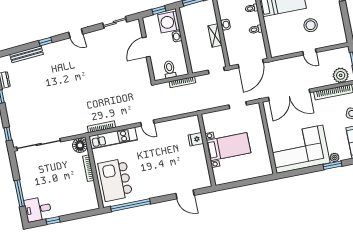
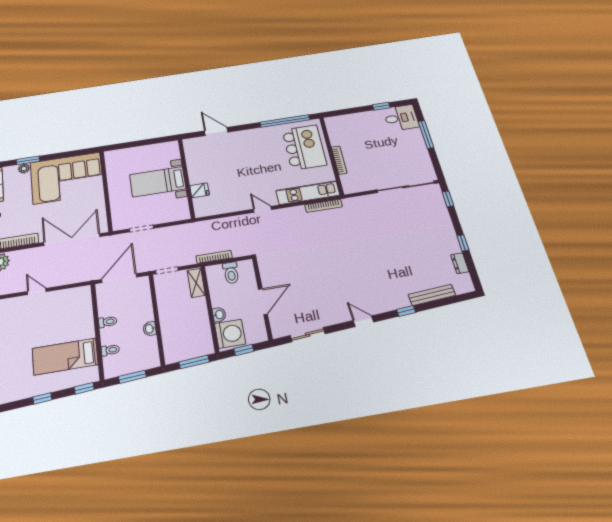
stool: (311, 25) -> (30, 326), removed
shelving: (215, 35) -> (196, 283), moved
floor lamp: (80, 145) -> (351, 185), removed

